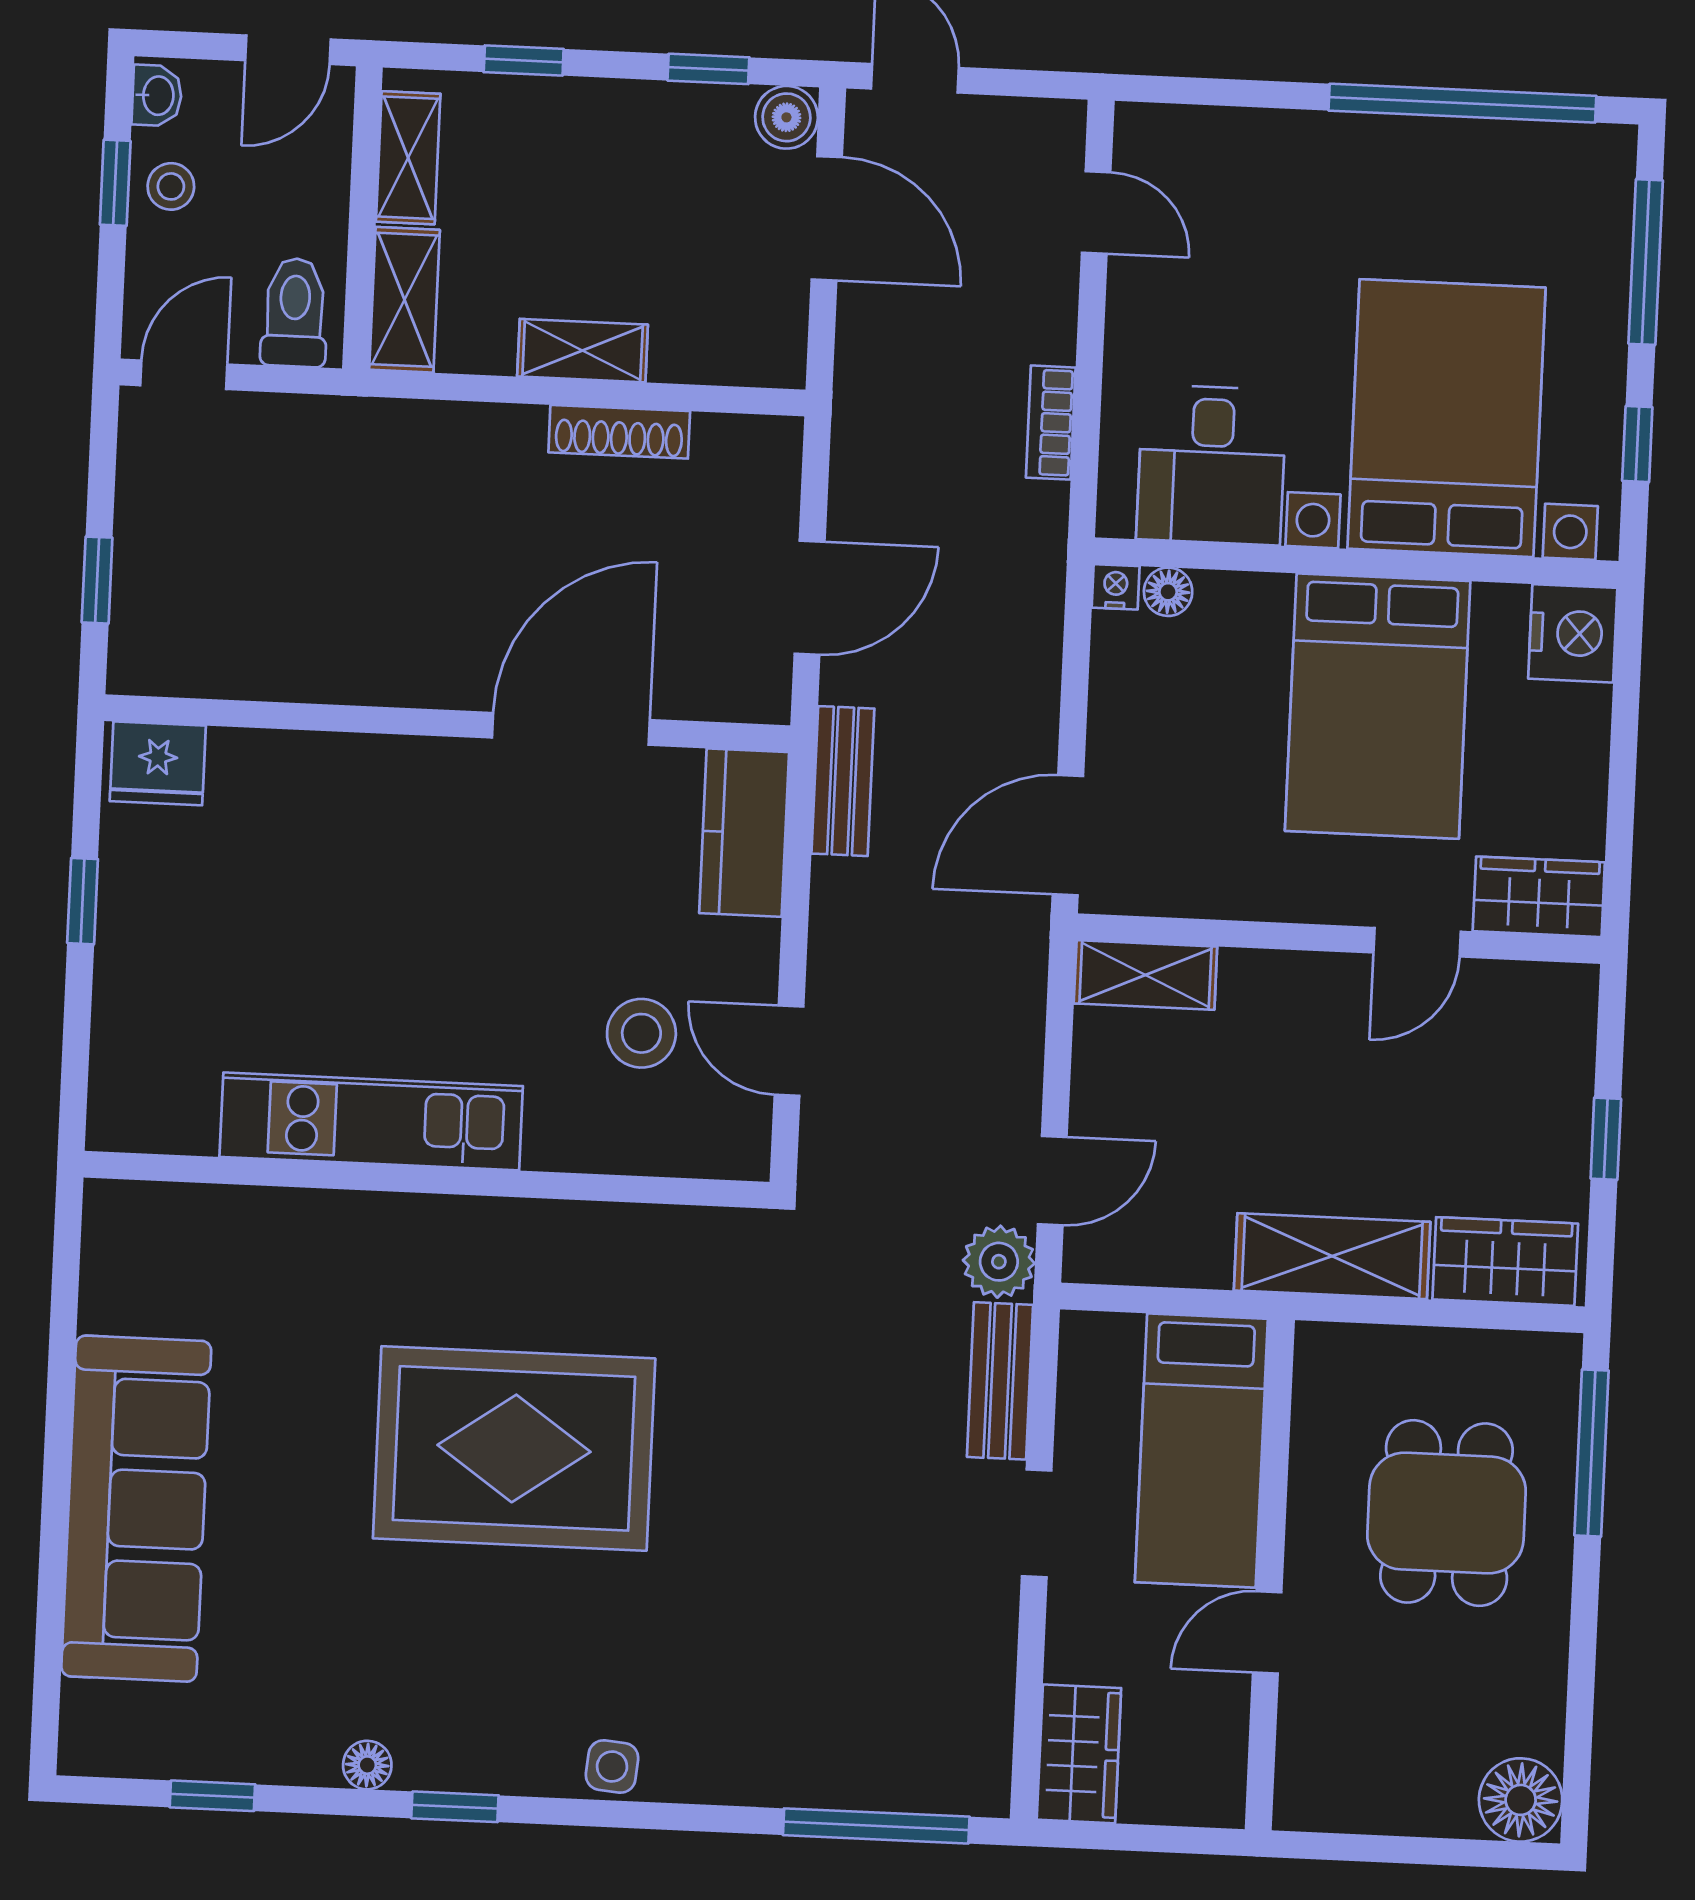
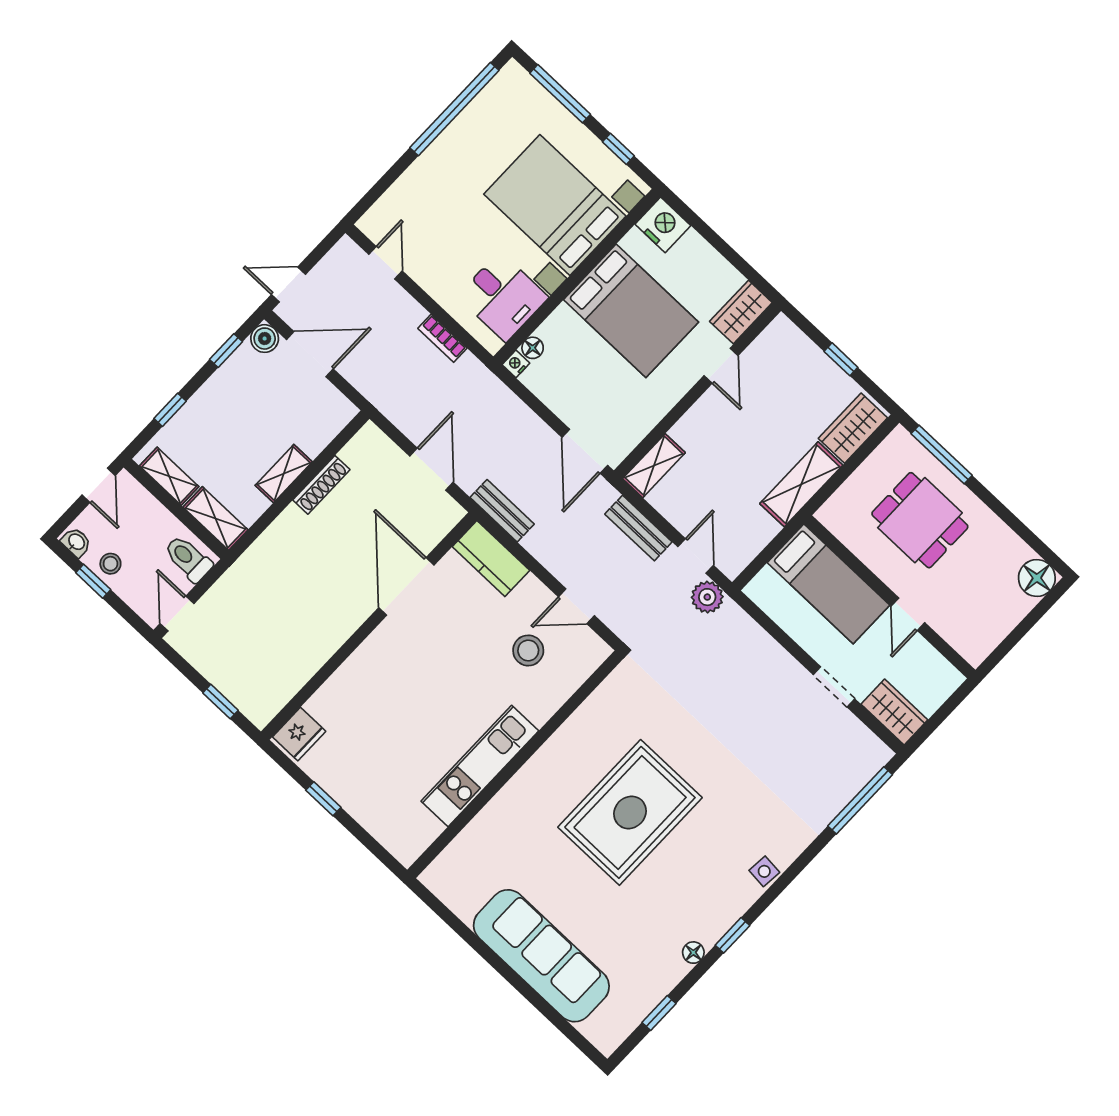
door: (1096, 213) -> (385, 263), hinge flipped
bench: (1000, 1381) -> (638, 528), moved
doorway: (1037, 1523) -> (834, 687), moved

